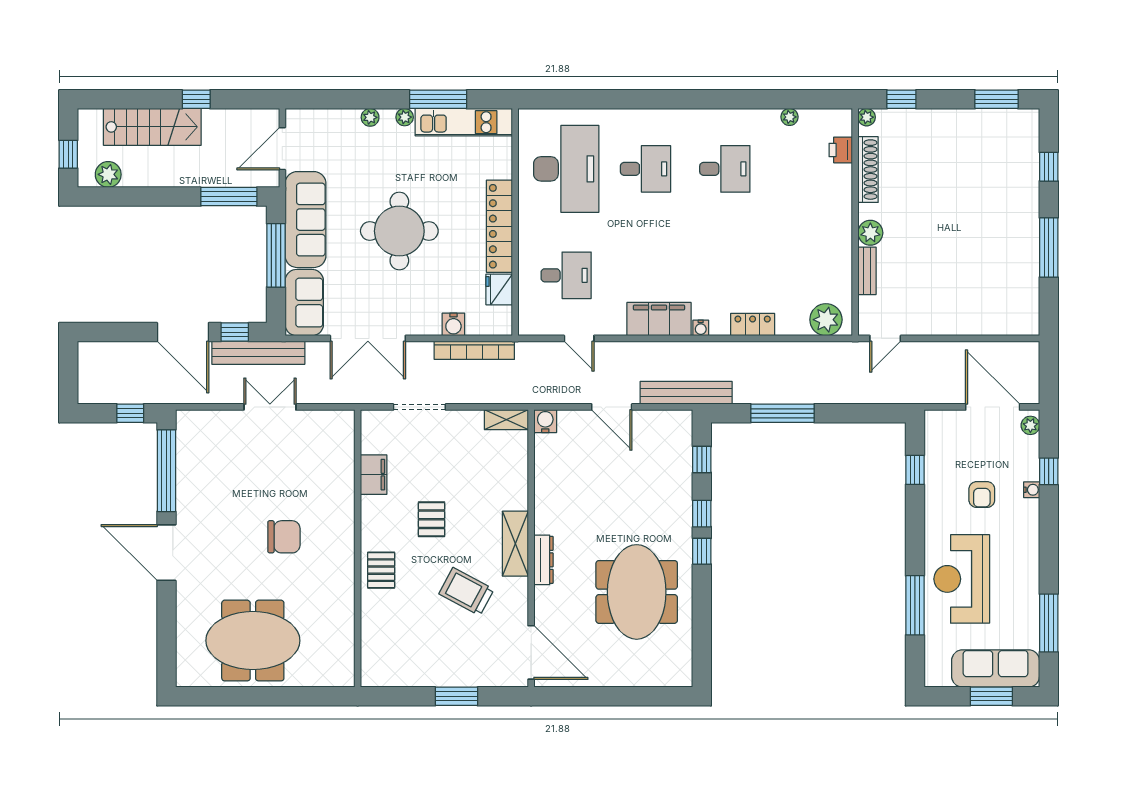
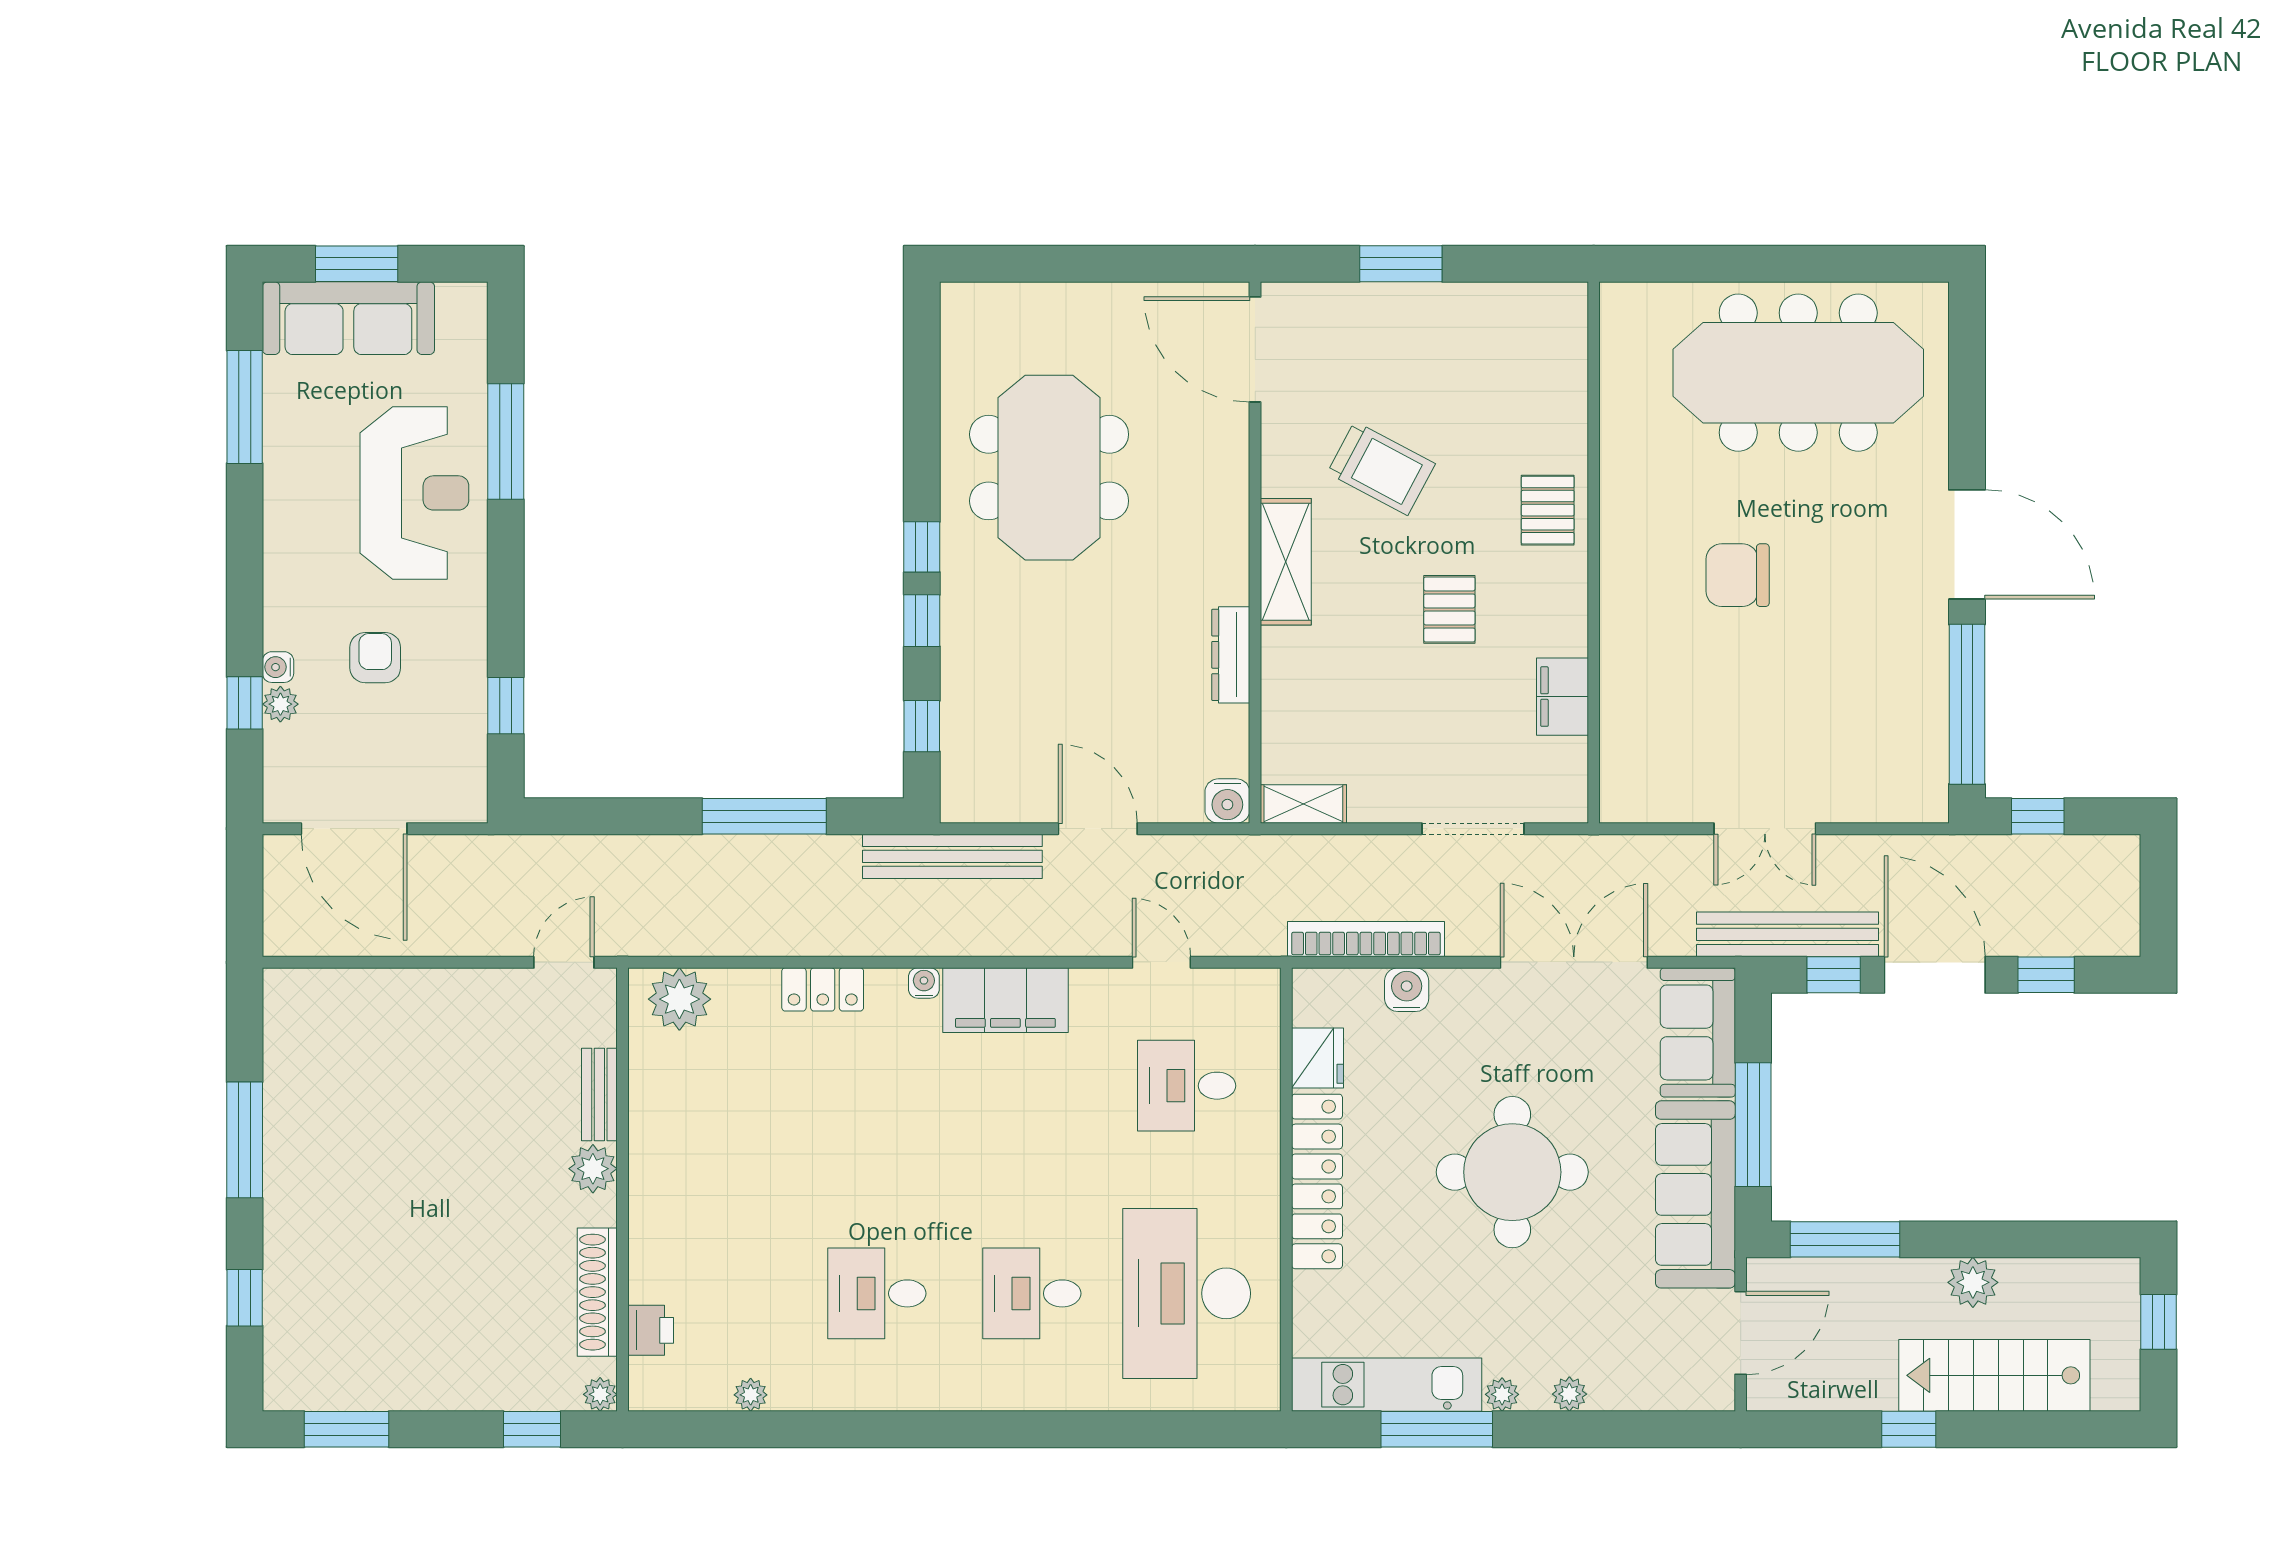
plant: (108, 174) -> (1973, 1282), moved
window: (126, 332) -> (2046, 975), added
plant: (1030, 425) -> (280, 704), moved
dresser: (544, 560) -> (1231, 655), moved
meeting table: (253, 641) -> (1798, 373), width x1.36

